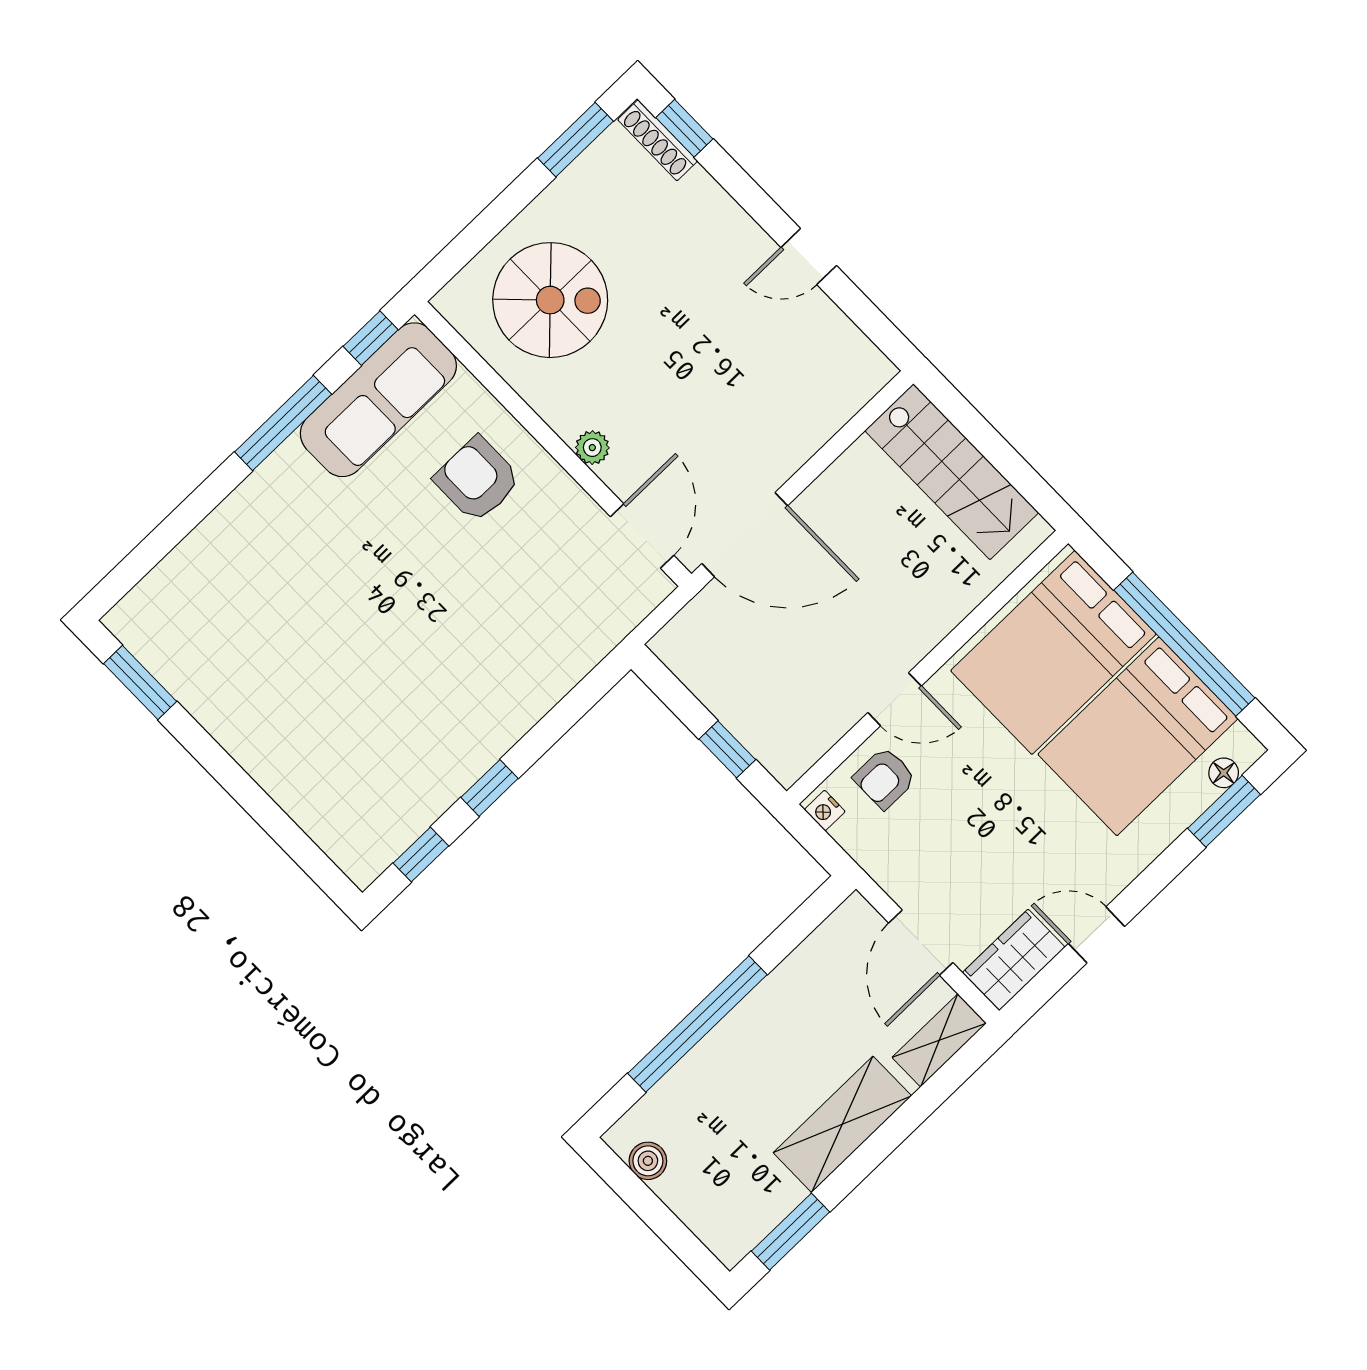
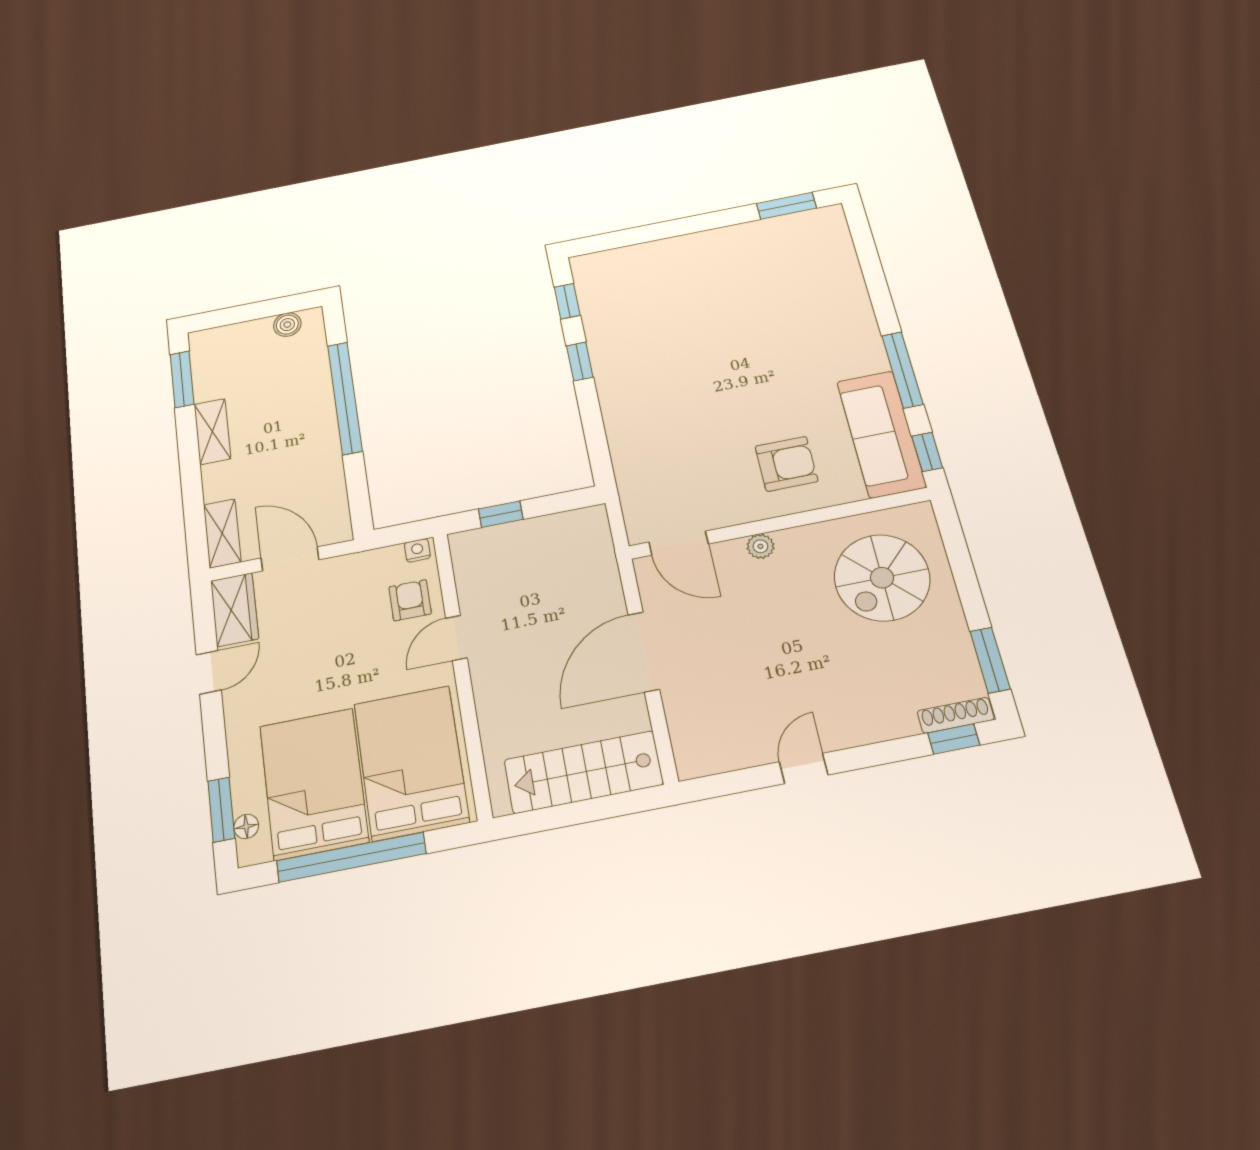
door: (745, 535) -> (644, 652), moved
shelving: (842, 1124) -> (212, 432), width x0.67, depth x0.75

